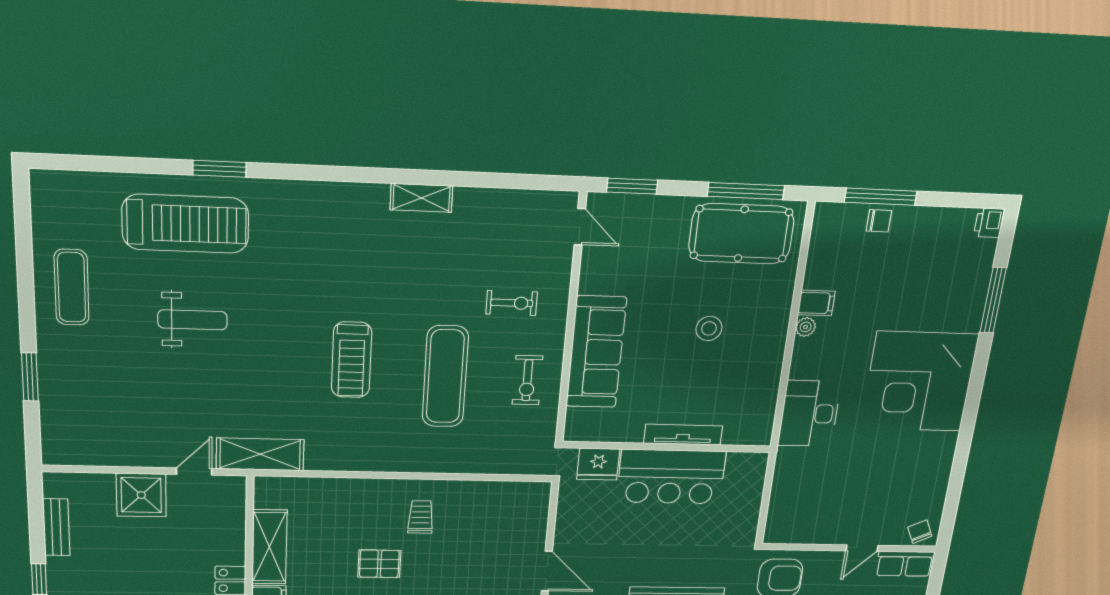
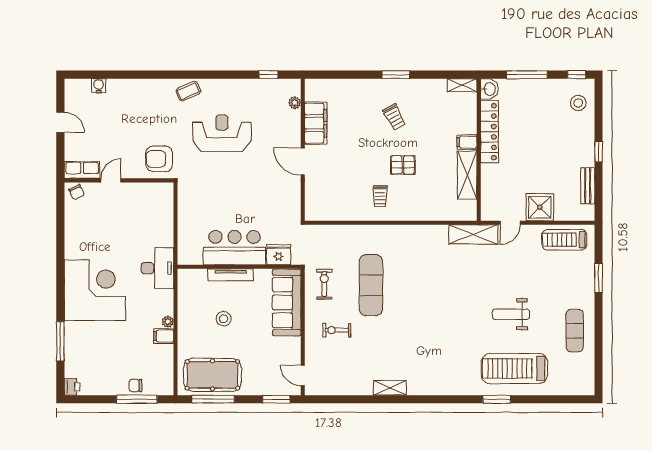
treadmill: (352, 360) -> (564, 240), moved, turned -90
tv unit: (683, 435) -> (231, 275), moved
wall: (667, 447) -> (239, 267), moved
fridge: (598, 464) -> (279, 255), moved
bar counter: (671, 477) -> (235, 248), moved

